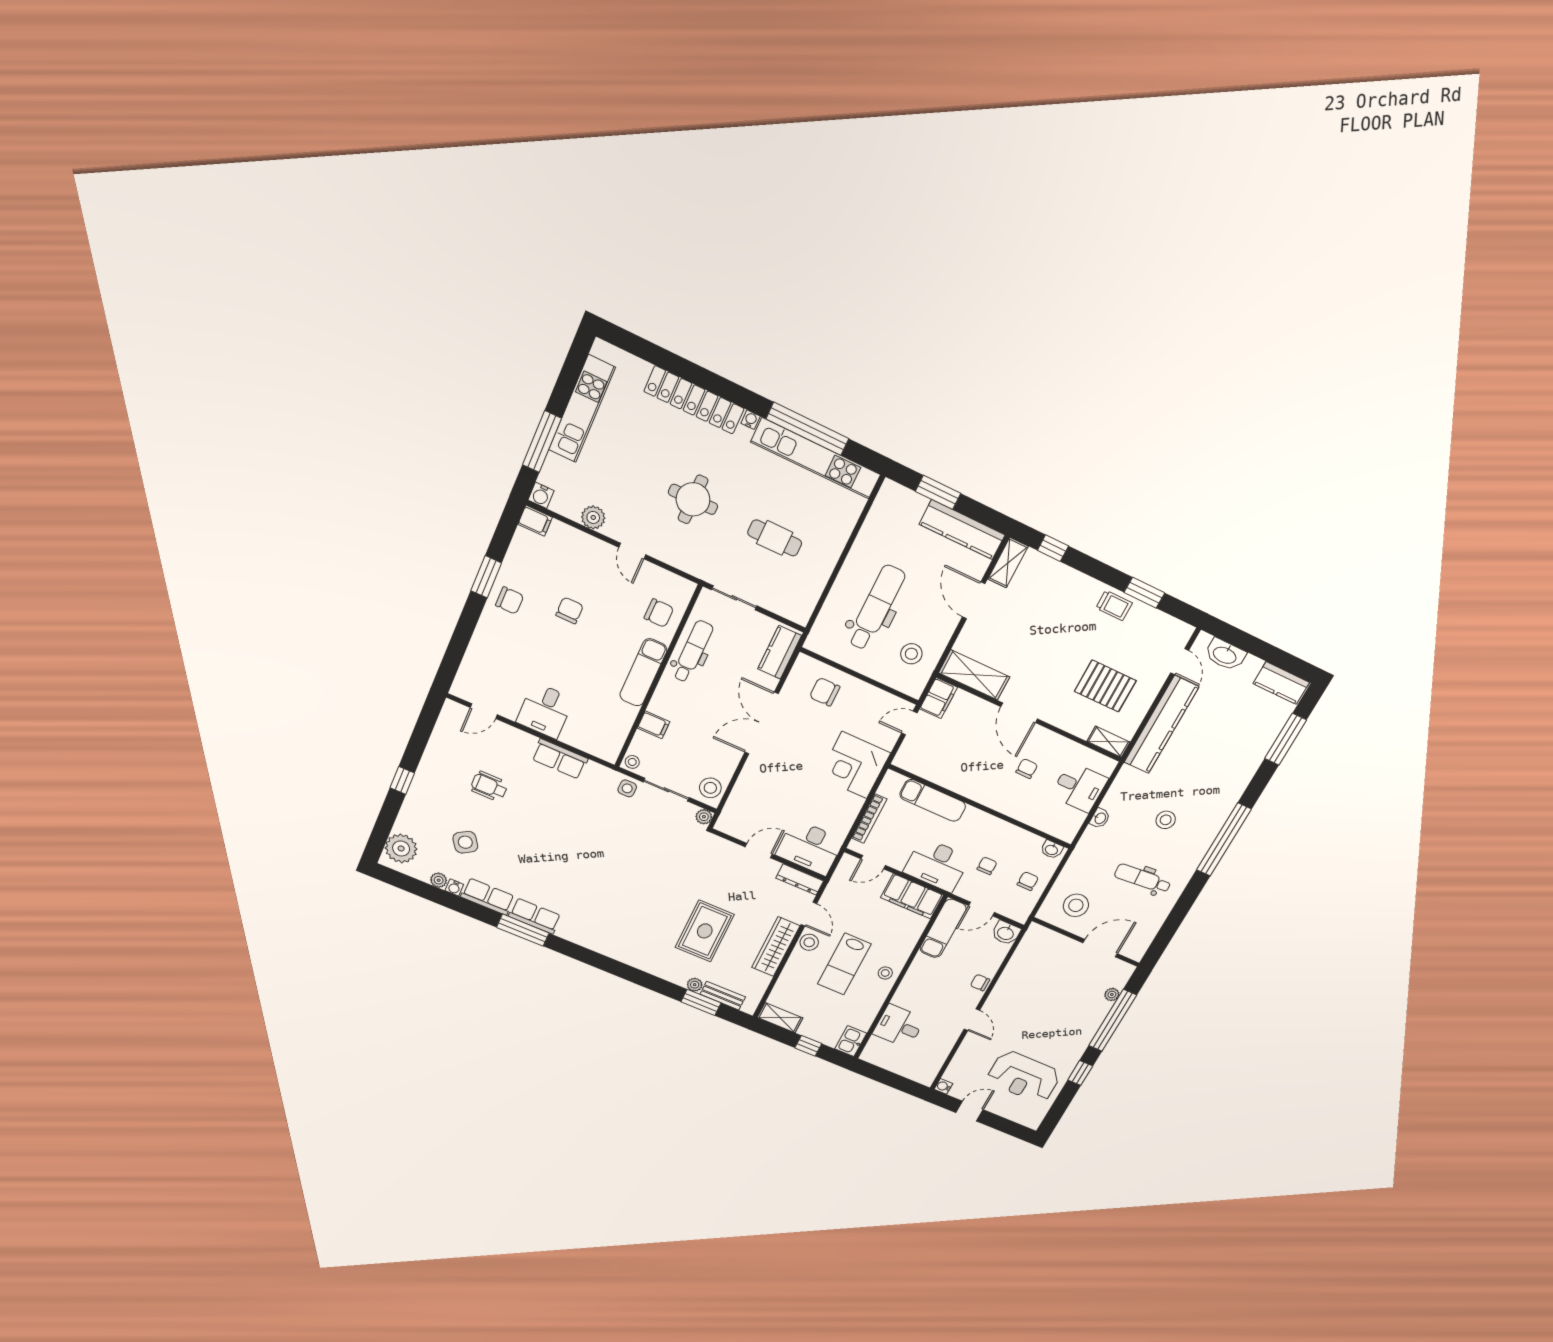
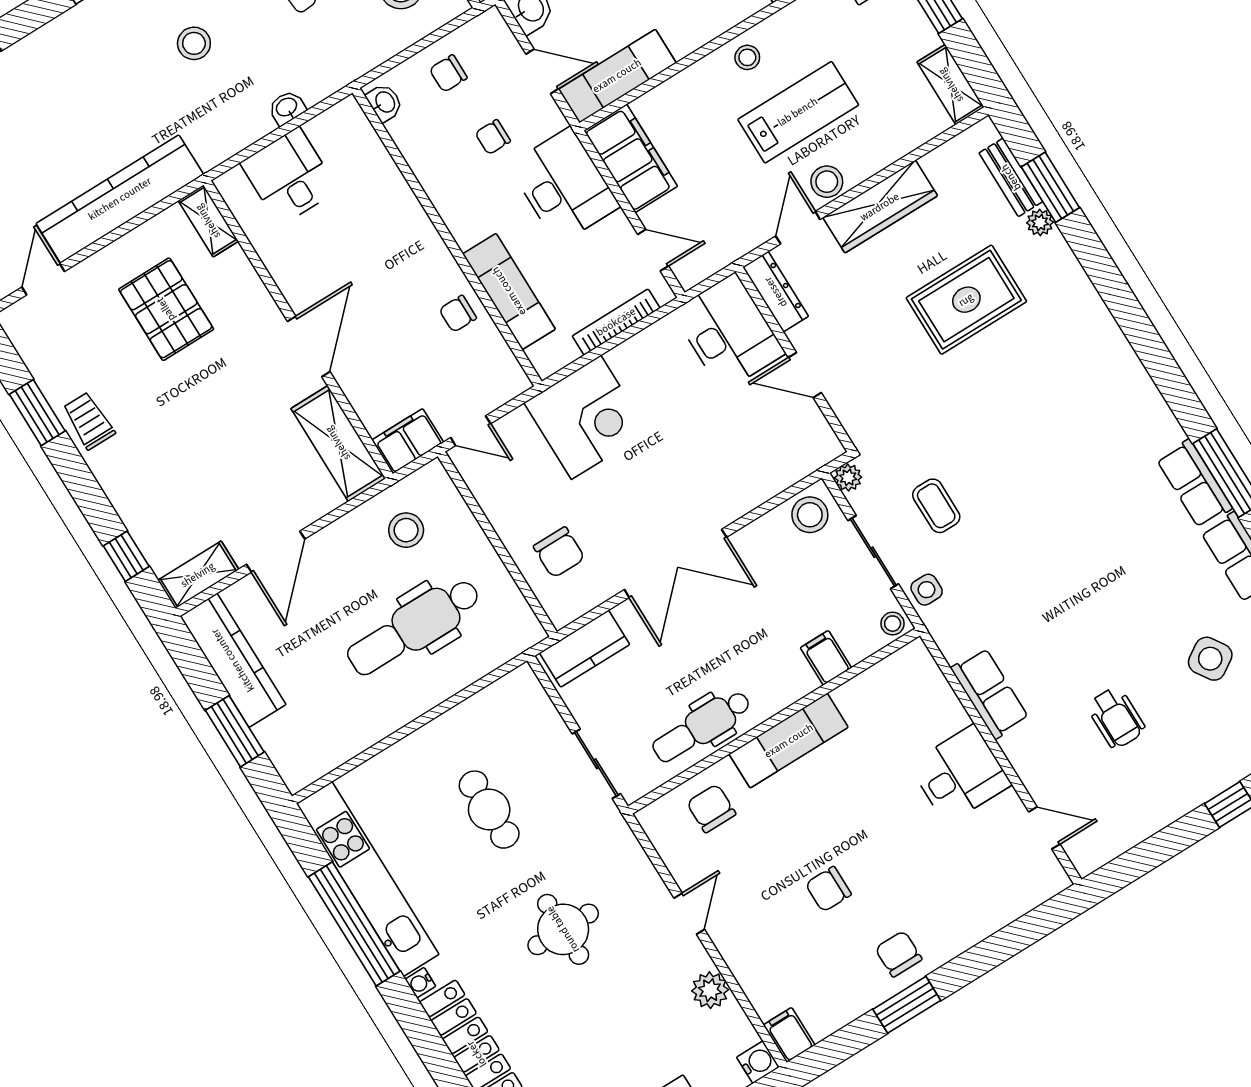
chair: (1027, 769) -> (458, 314), moved
coffee table: (651, 830) -> (936, 506), added

